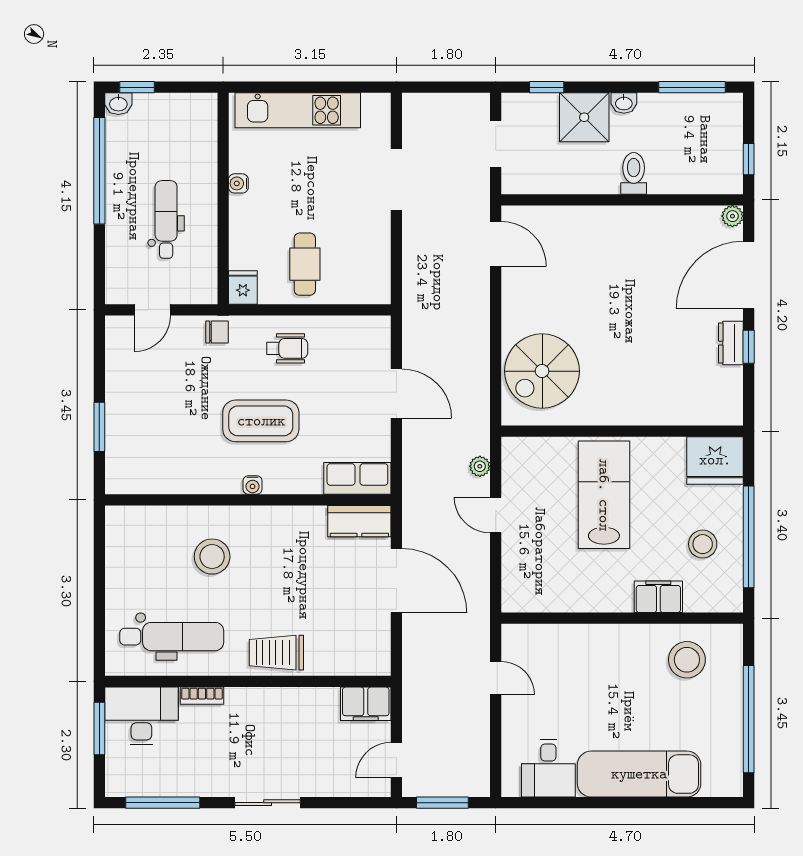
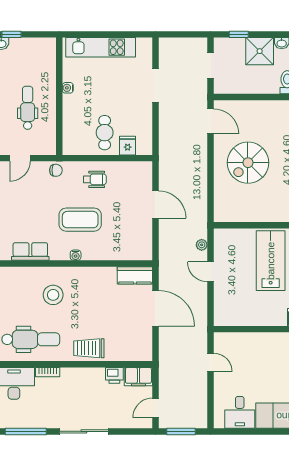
fridge: (243, 288) -> (128, 146), moved
spiral stairs: (542, 371) -> (248, 163), moved
row of seats: (357, 478) -> (30, 251), moved
printer: (323, 701) -> (114, 375), added
sliding door: (268, 803) -> (84, 431), width x1.37

